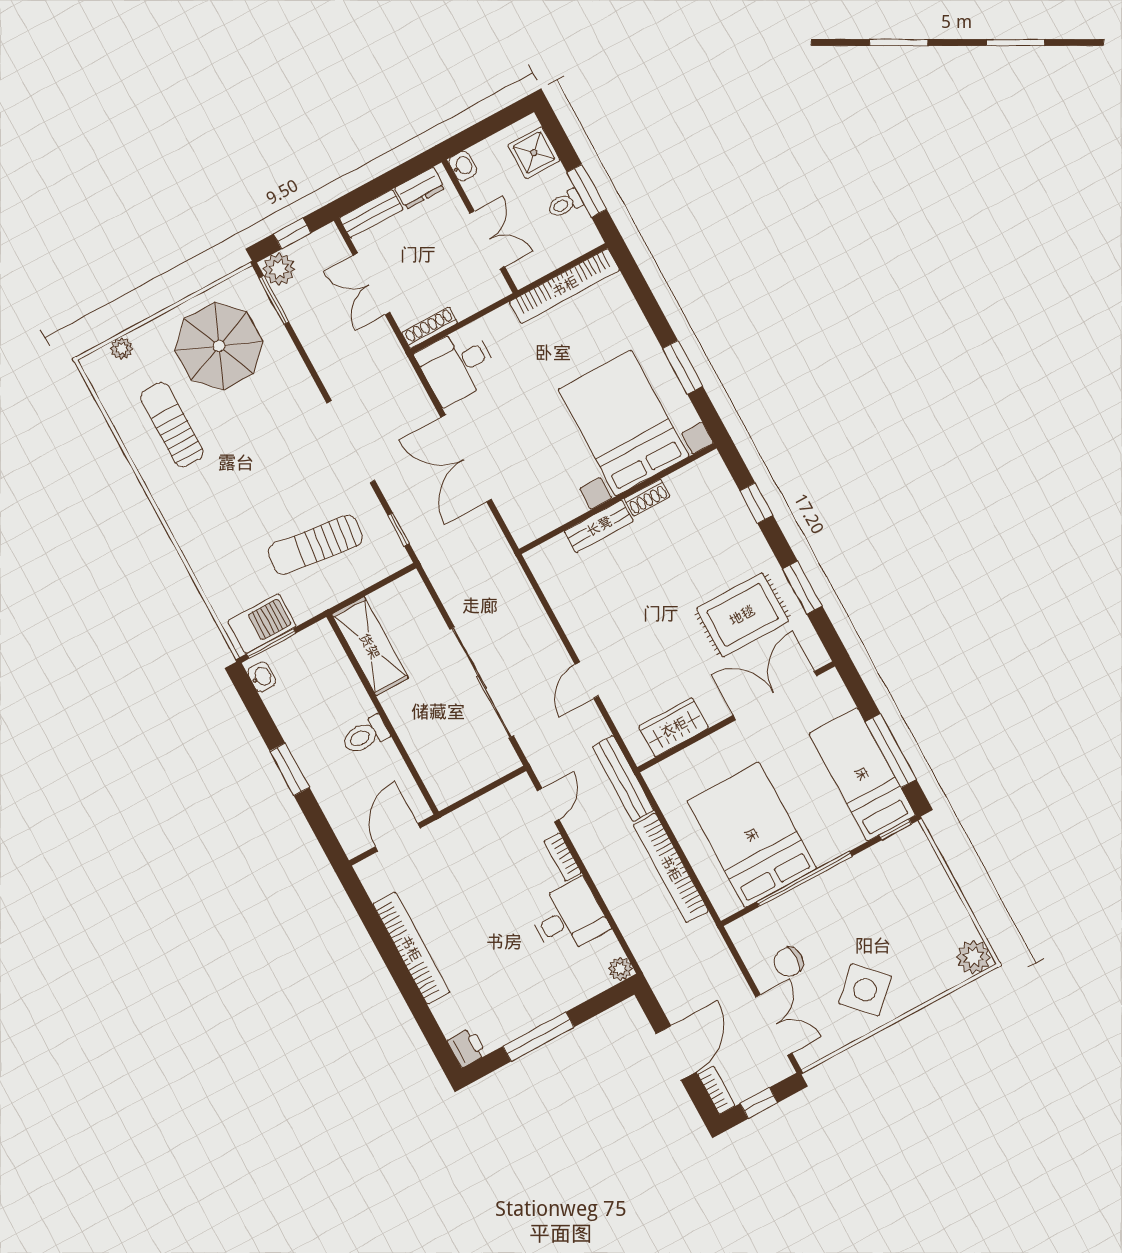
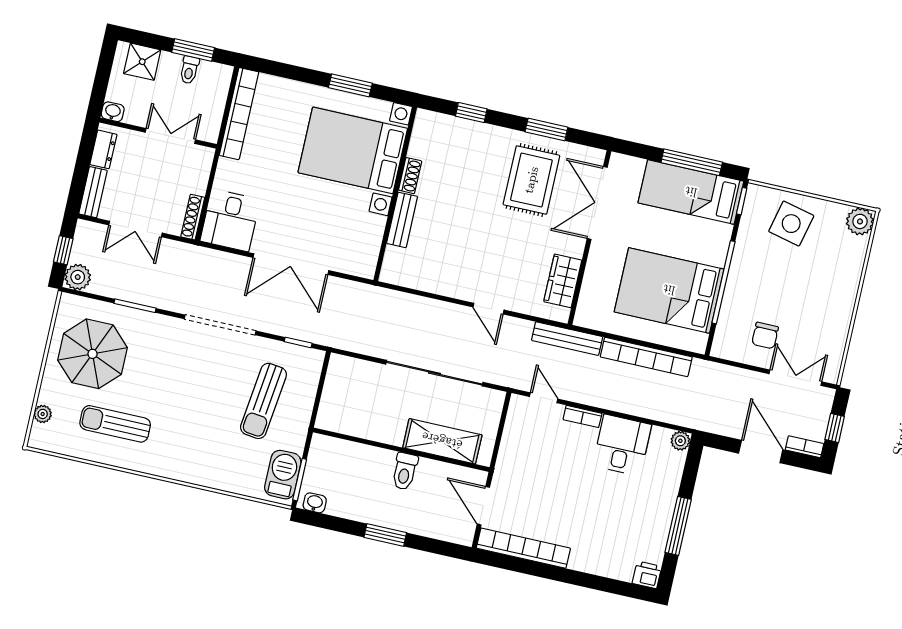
window: (274, 300) -> (135, 306), moved
shelving: (370, 646) -> (442, 441), moved
bookcase: (411, 948) -> (523, 548), moved
side table: (865, 990) -> (791, 224), moved, turned -33

